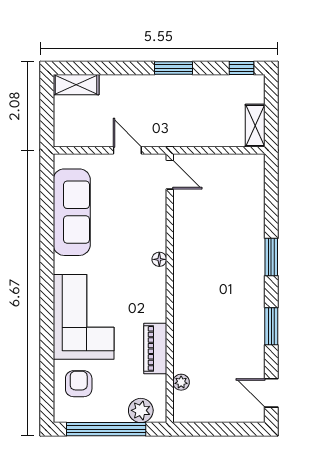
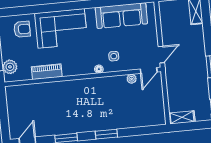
door: (127, 150) -> (161, 55), moved
side table: (140, 232) -> (114, 56), added
plant: (181, 382) -> (132, 79), moved

